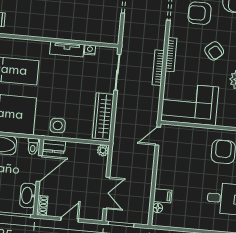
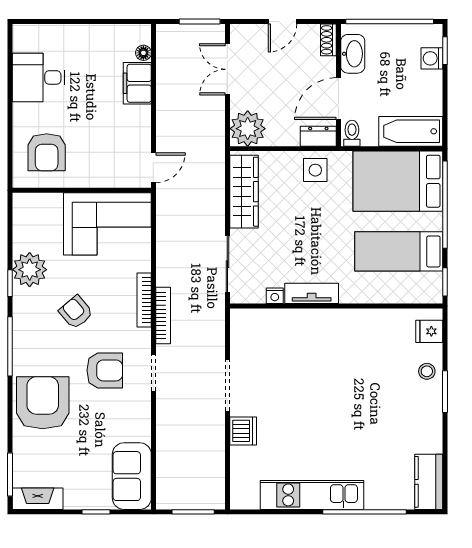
bookcase: (158, 68) -> (163, 316), moved
plant: (103, 150) -> (248, 129), width x1.87, depth x1.87
filing cabinet: (163, 196) -> (137, 83), width x2.00

